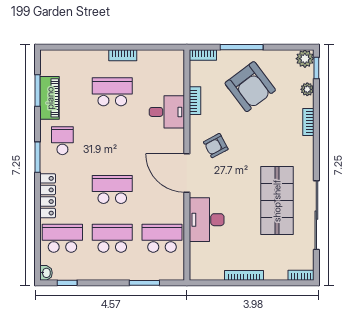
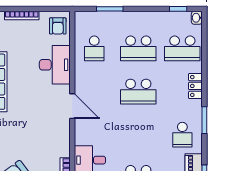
armchair: (216, 146) -> (58, 26), moved, turned 118
door: (187, 173) -> (72, 106), width x0.73
locker: (48, 196) -> (195, 86), width x0.66
school desk: (162, 238) -> (94, 48), width x0.54

